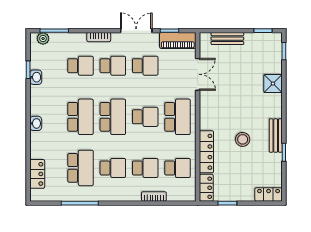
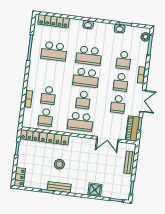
school desk: (113, 168) -> (51, 73), removed
locker: (37, 174) -> (54, 21), width x1.53

